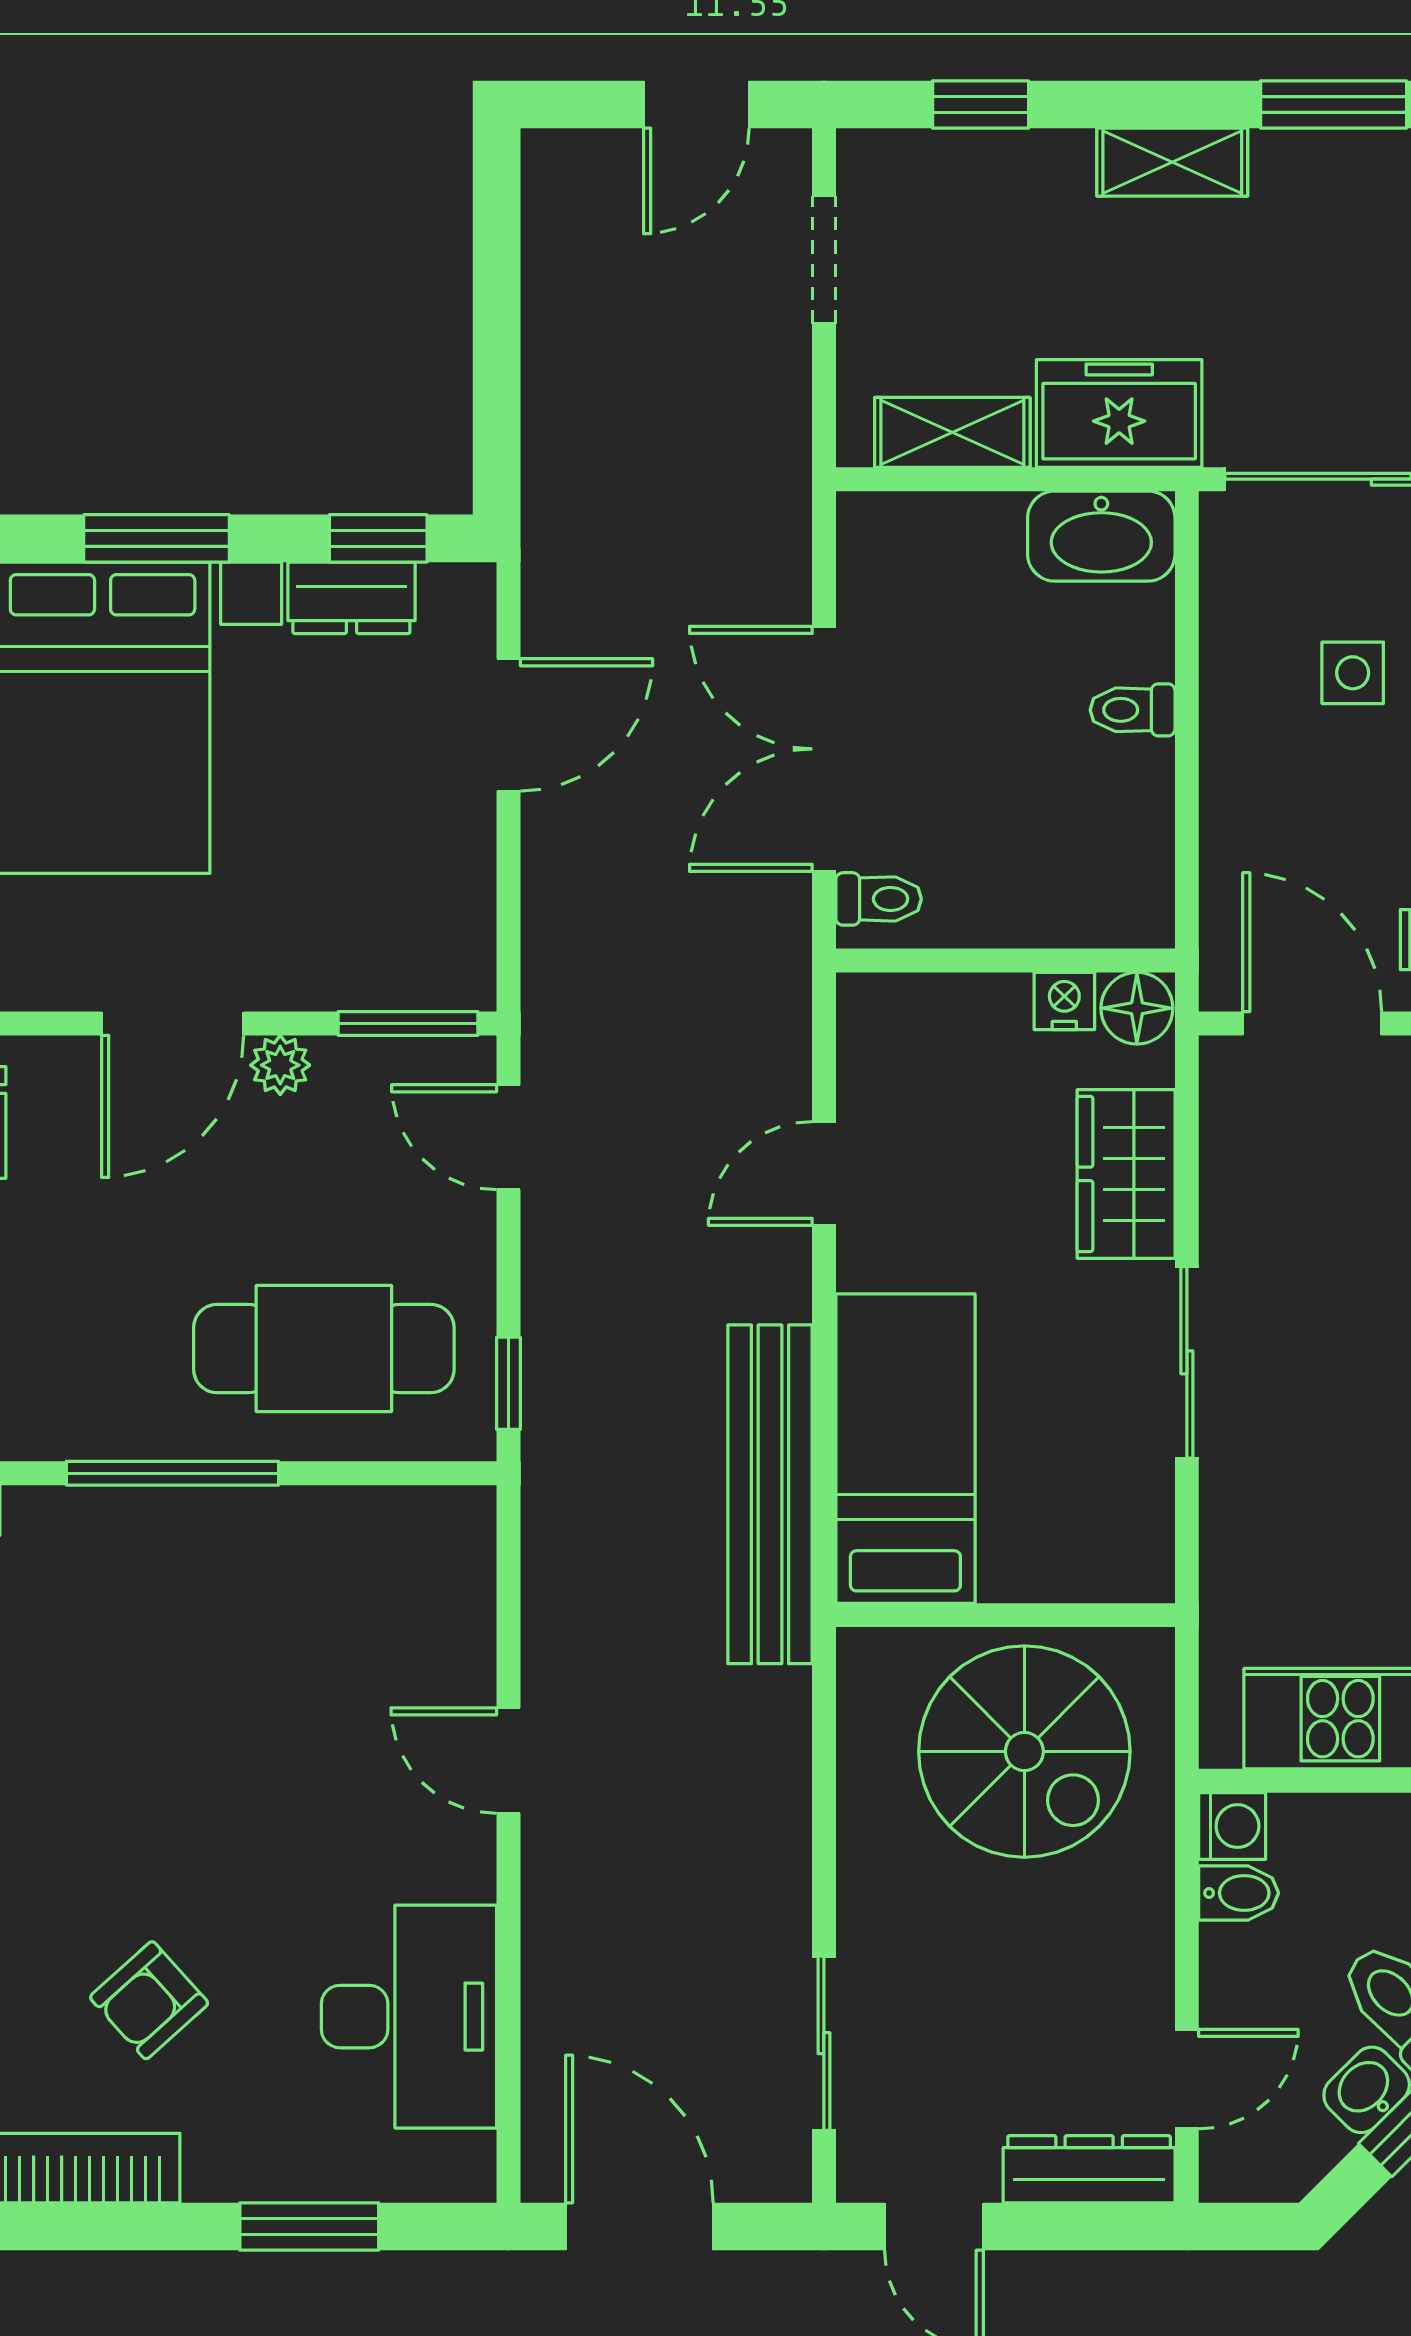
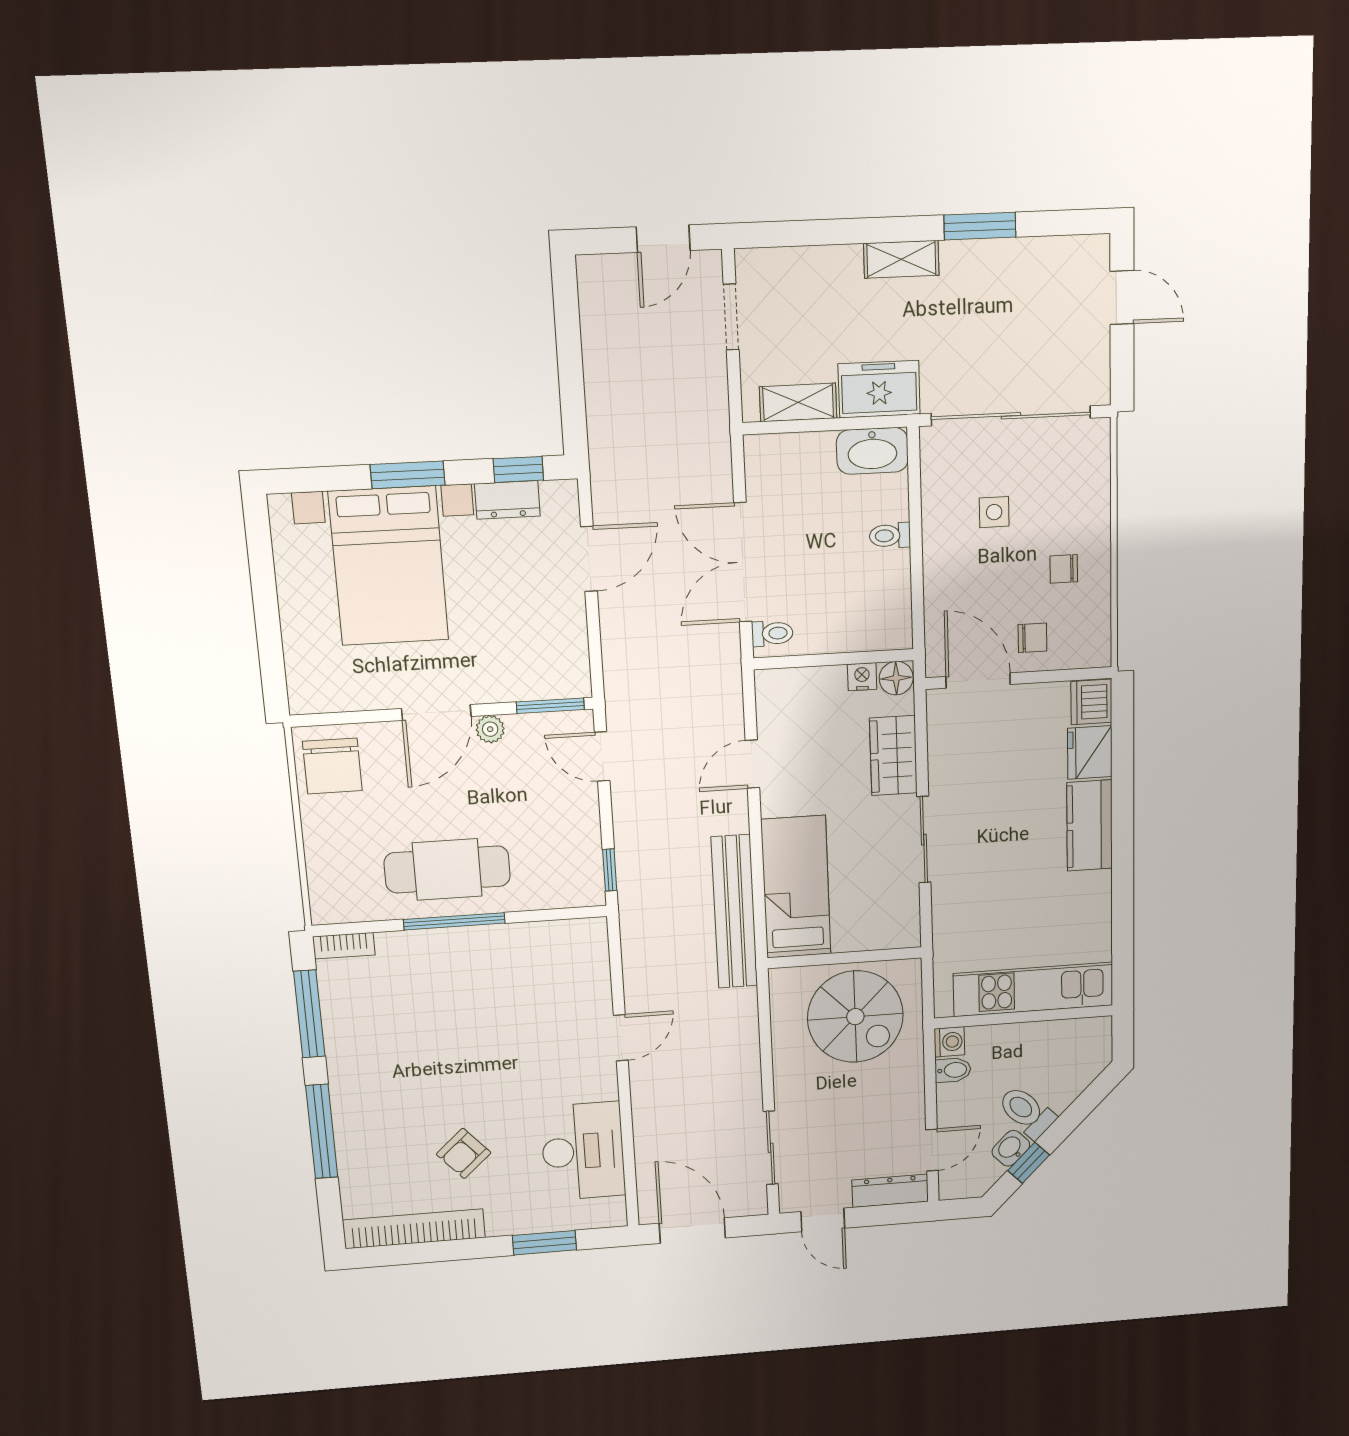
window: (981, 105) -> (806, 233), removed
cafe table: (324, 1349) -> (447, 869), moved
door: (508, 1761) -> (621, 1038), swing flipped

